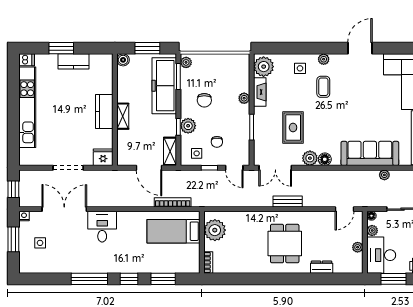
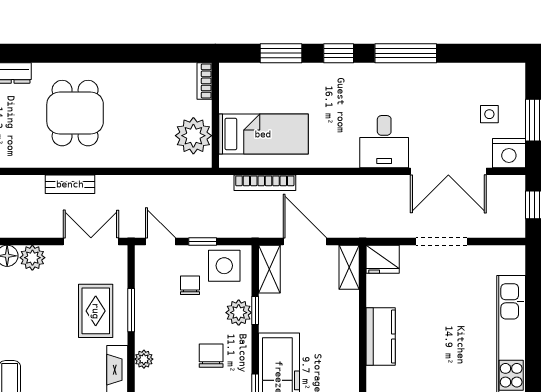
shelving: (123, 116) -> (349, 267), moved
rug: (293, 127) -> (96, 311), moved
side table: (197, 153) -> (224, 266), width x1.87, depth x1.87
nightstand: (24, 216) -> (509, 153), width x1.89, depth x1.79

